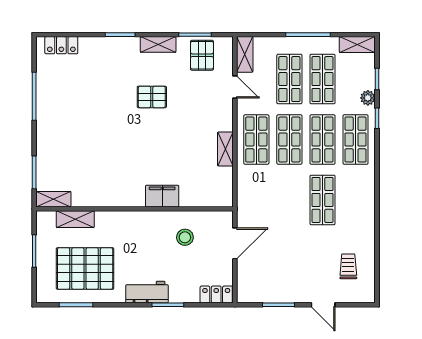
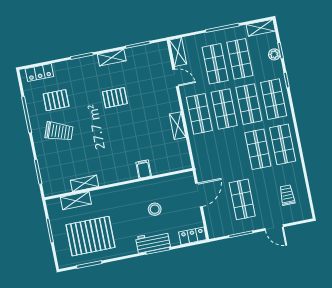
pallet: (202, 55) -> (56, 100), moved, turned 90
plant: (368, 98) -> (274, 54), moved
trolley: (71, 126) -> (59, 131), added
filing cabinet: (162, 196) -> (144, 169), width x0.50
shelving: (53, 199) -> (85, 183), moved
shop shelf: (356, 200) -> (283, 144), added
stool: (185, 237) -> (155, 209), moved
shop shelf: (289, 260) -> (242, 199), added
workbench: (147, 292) -> (153, 242), moved

